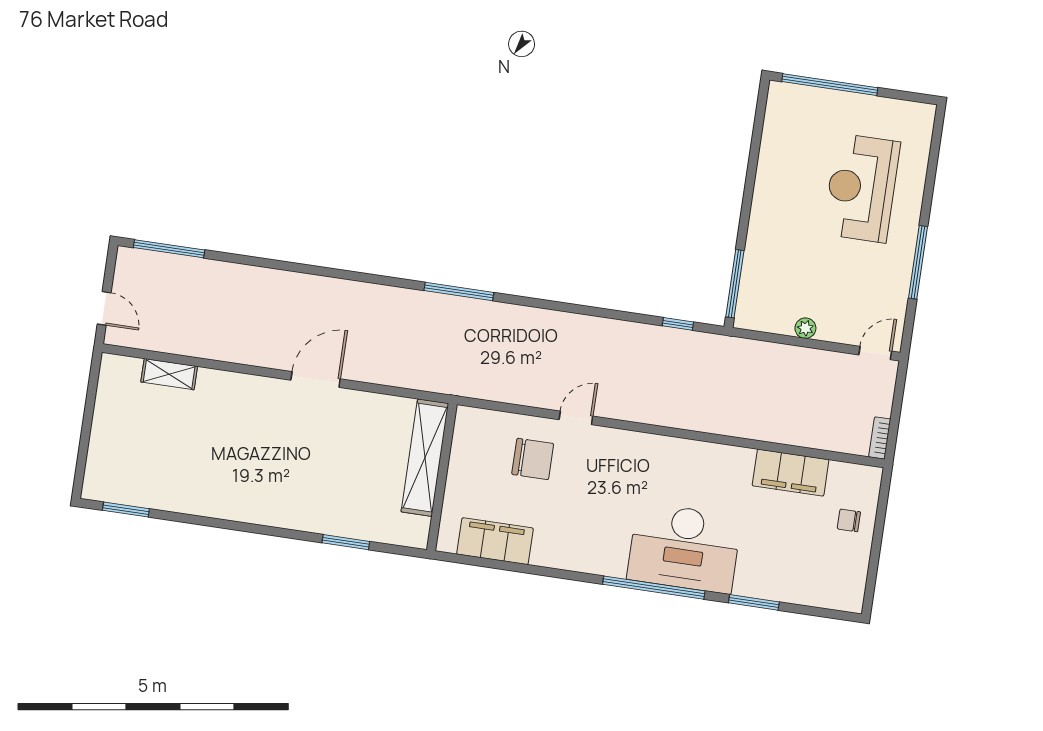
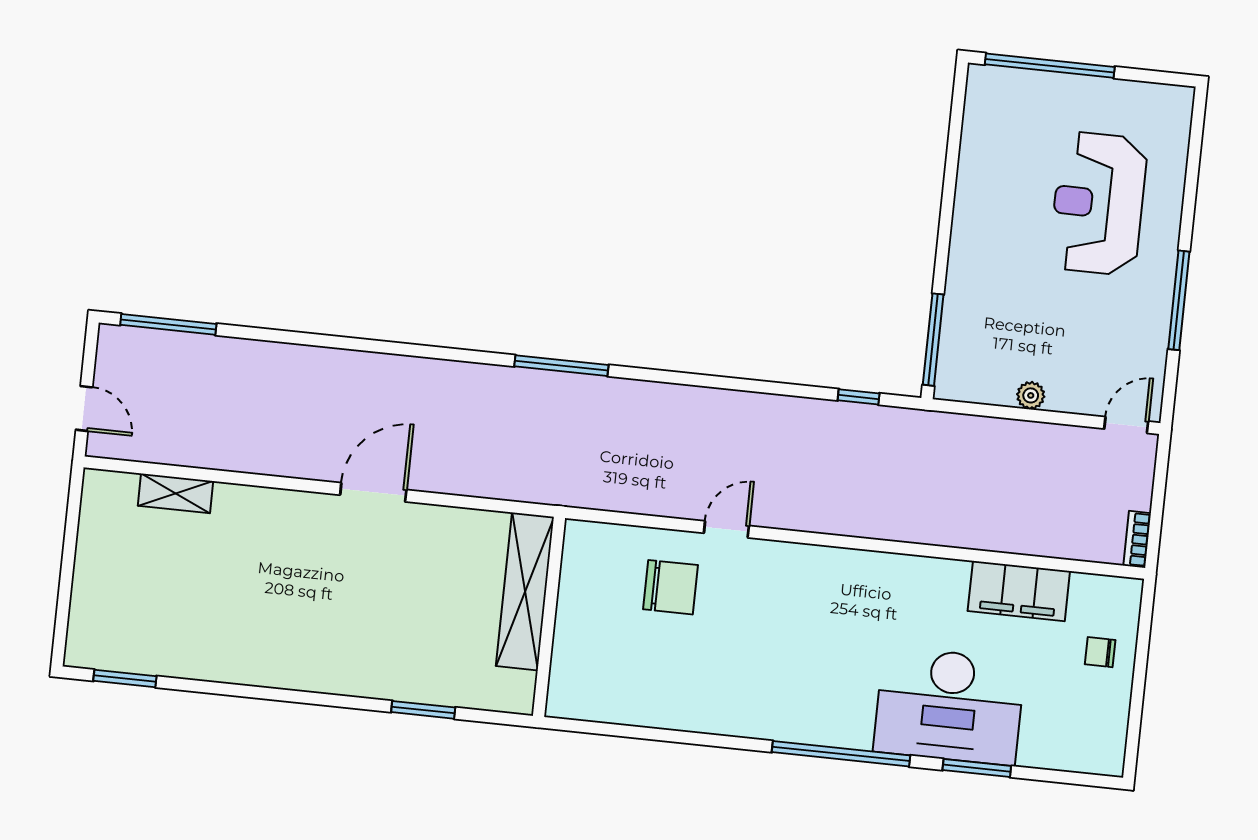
filing cabinet: (495, 541) -> (624, 700), removed
desk: (684, 548) -> (949, 706), moved

